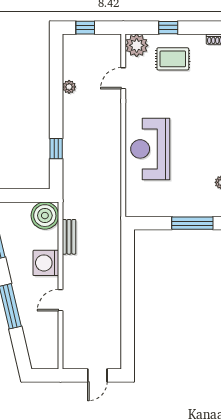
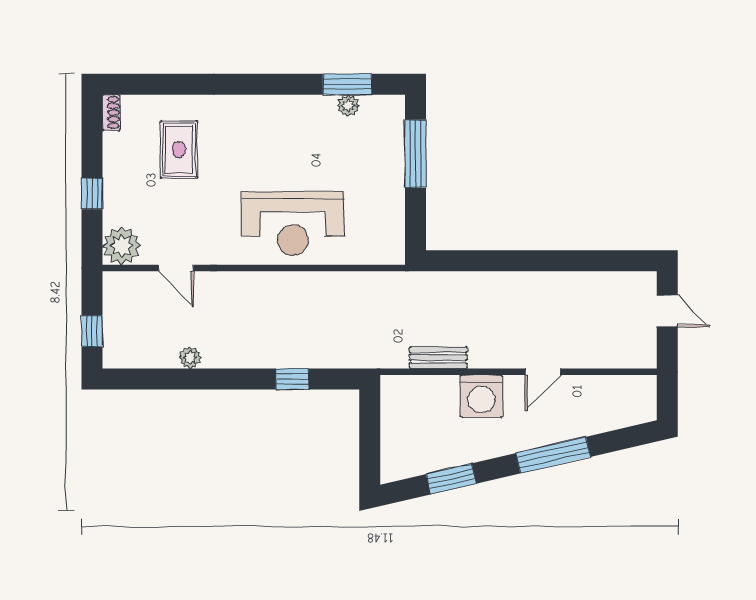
rug: (173, 59) -> (179, 150), moved
boiler: (45, 216) -> (403, 398), removed
door: (61, 300) -> (543, 372), hinge flipped

